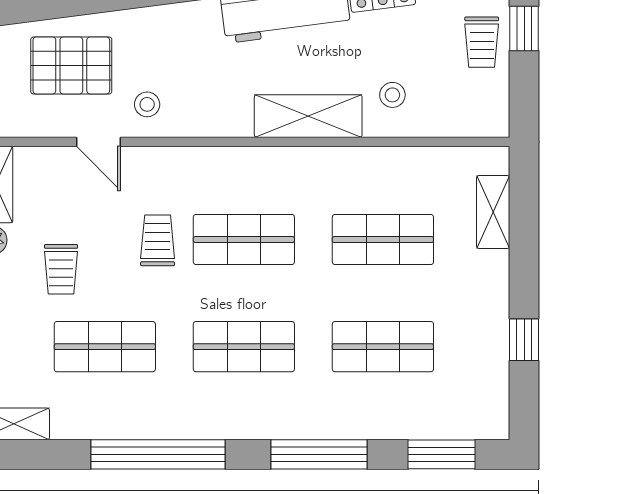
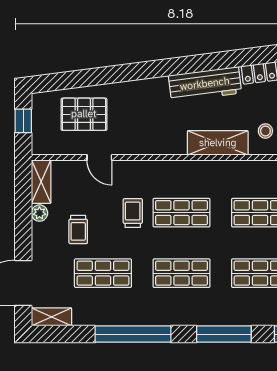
stool: (147, 104) -> (127, 136), removed

